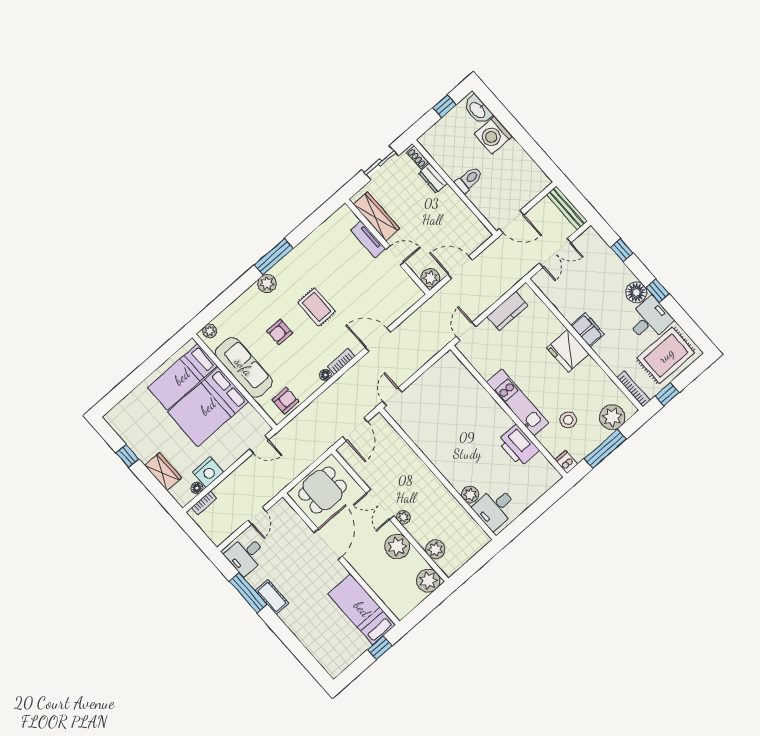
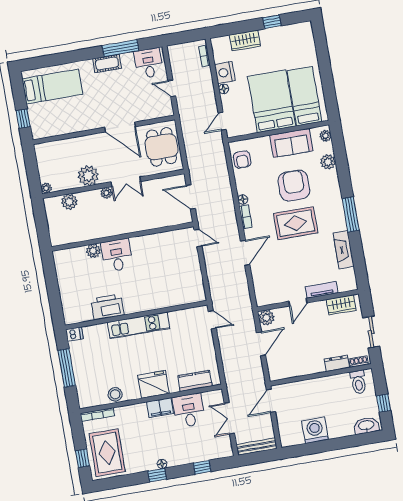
washing machine: (493, 135) -> (315, 430), moved
toilet: (469, 180) -> (358, 382), moved
wardrobe: (376, 216) -> (341, 305), width x0.67
fireplace: (314, 242) -> (344, 250), added
plant: (267, 283) -> (328, 162), moved
floor lamp: (636, 292) -> (162, 464), width x0.53, depth x0.53
rug: (317, 307) -> (296, 223), width x1.36, depth x1.43
kitchen counter: (507, 311) -> (195, 381), moved, turned 90
desk: (649, 320) -> (189, 410), moved, turned 180
armchair: (280, 332) -> (294, 186), width x1.88, depth x1.88
sofa: (244, 367) -> (291, 143), width x0.73
window: (667, 394) -> (82, 458), moved
plant: (612, 417) -> (86, 387), removed
stool: (568, 420) -> (115, 394), moved
floor lamp: (197, 488) -> (224, 89), moved
double door: (380, 505) -> (126, 182), swing flipped
desk: (495, 508) -> (117, 255), moved
plant: (428, 581) -> (46, 188), width x0.53, depth x0.53
bed: (362, 609) -> (52, 87), moved

